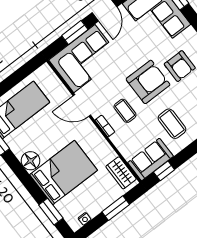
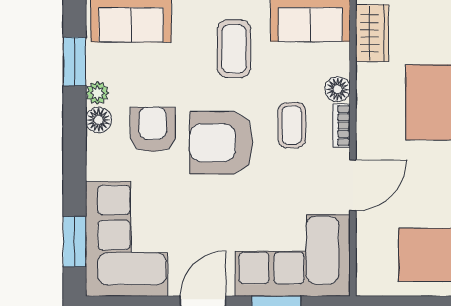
door: (82, 106) -> (353, 185), hinge flipped
floor lamp: (118, 139) -> (338, 89), added

